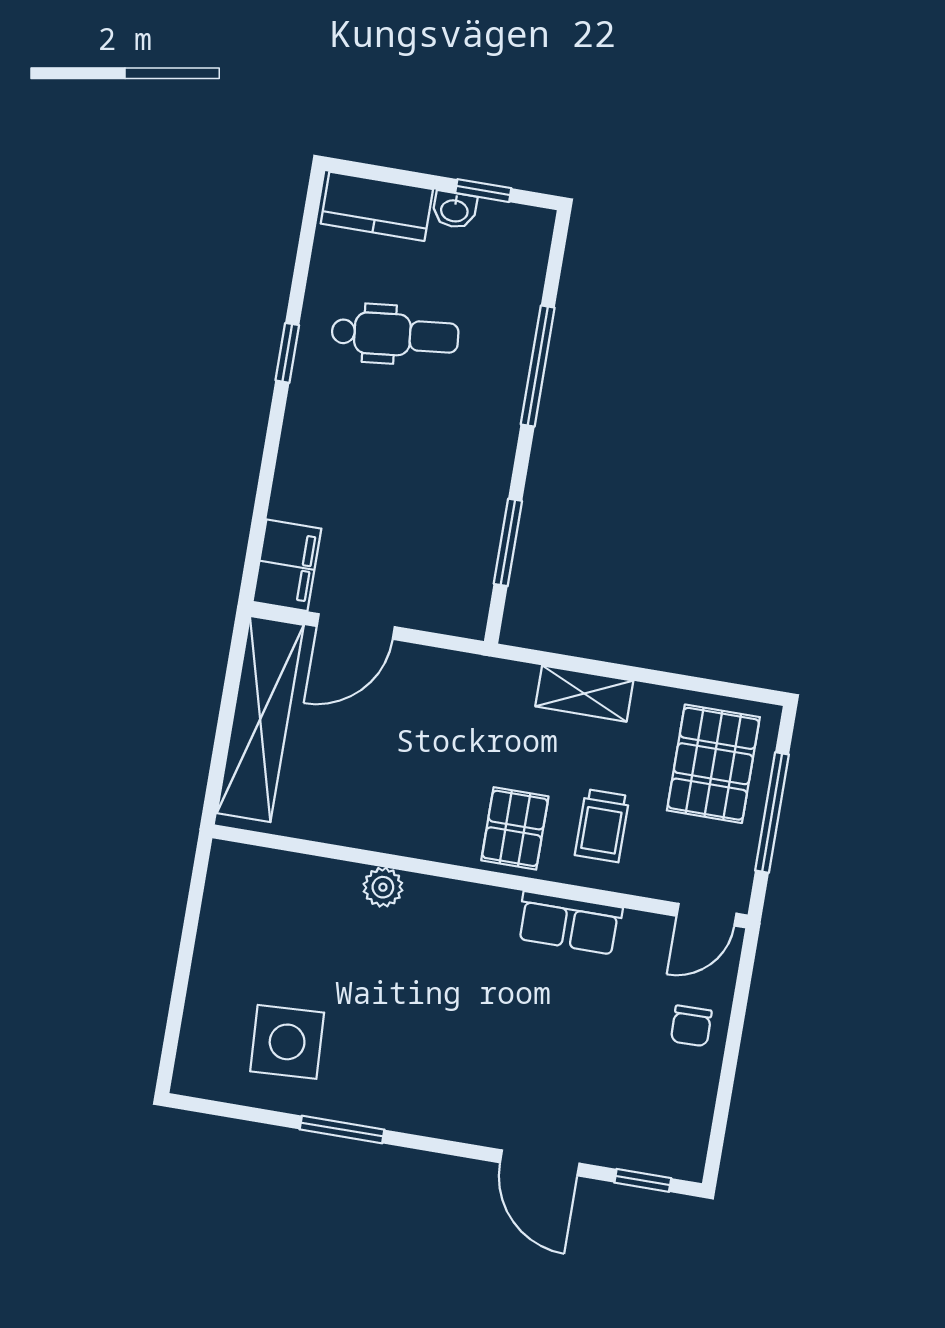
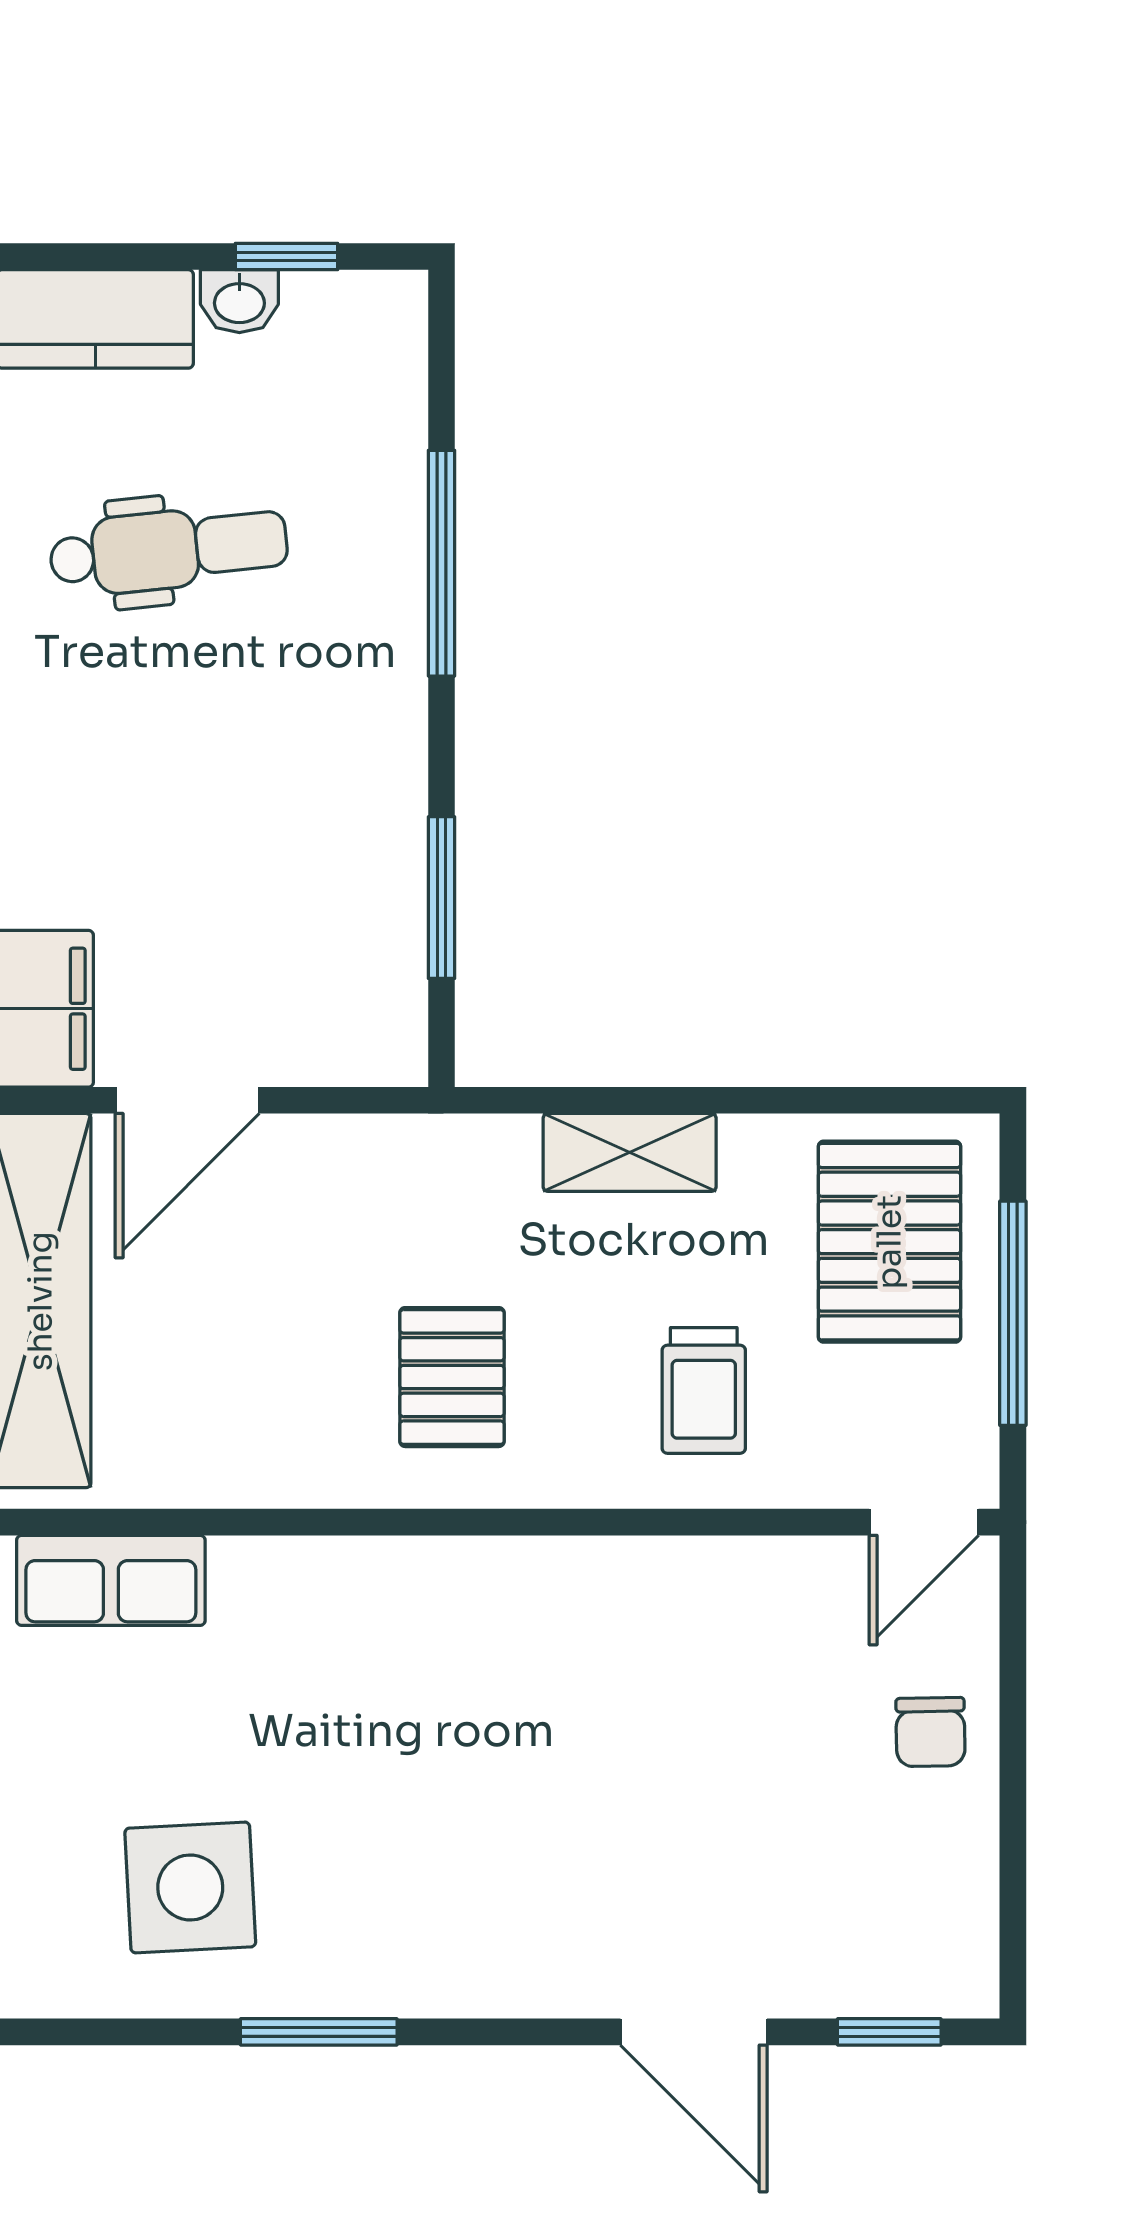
pallet: (515, 828) -> (452, 1377), moved
plant: (383, 887) -> (319, 1572), removed
row of seats: (569, 923) -> (111, 1580), moved

